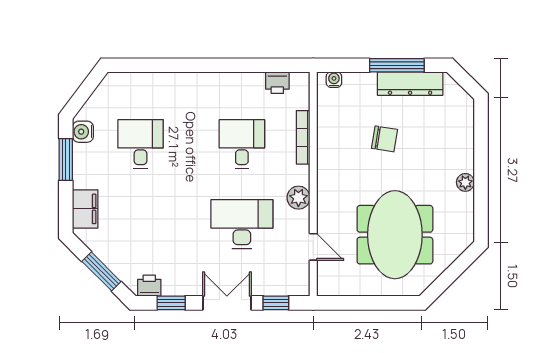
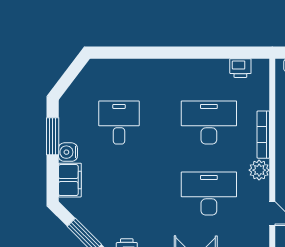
water cooler: (83, 132) -> (68, 152), moved
bookcase: (303, 137) -> (263, 135), moved
desk: (242, 144) -> (209, 122), width x1.37

